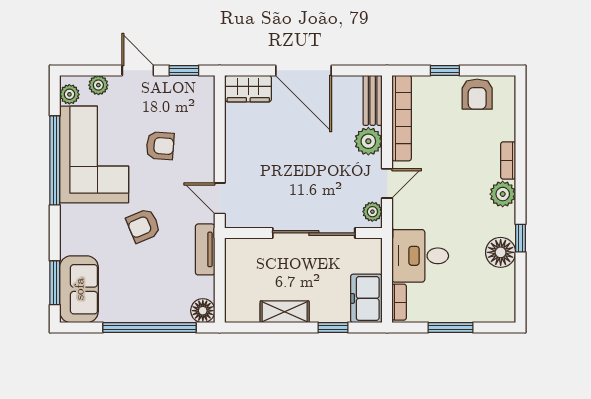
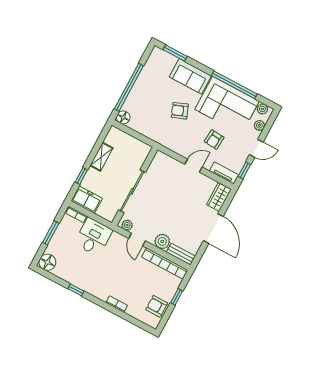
door: (304, 70) -> (213, 228), swing flipped
plant: (503, 194) -> (102, 293), removed
door: (220, 198) -> (193, 166), moved
armchair: (143, 226) -> (180, 111), turned -88
tv unit: (205, 249) -> (224, 173), moved
floor lamp: (501, 252) -> (47, 262), moved
sofa: (79, 289) -> (190, 76), moved

